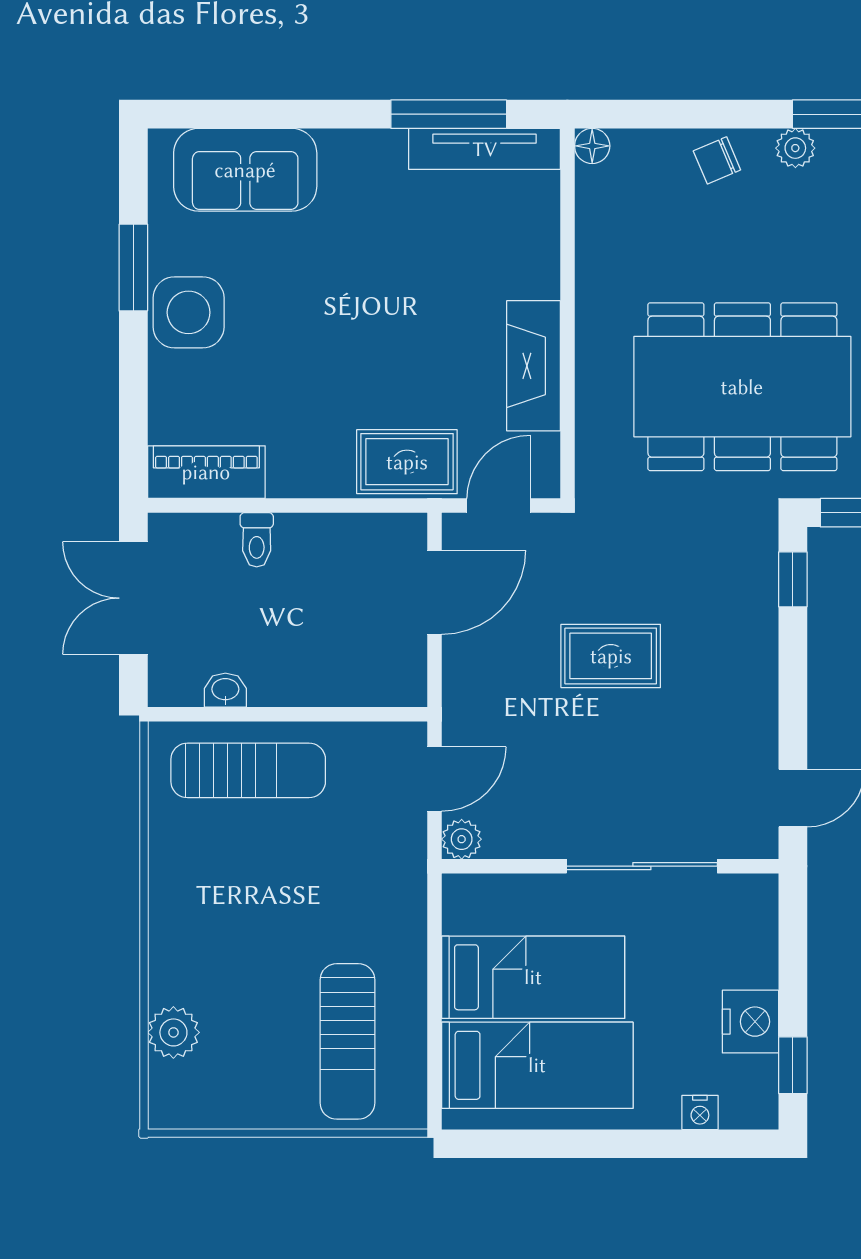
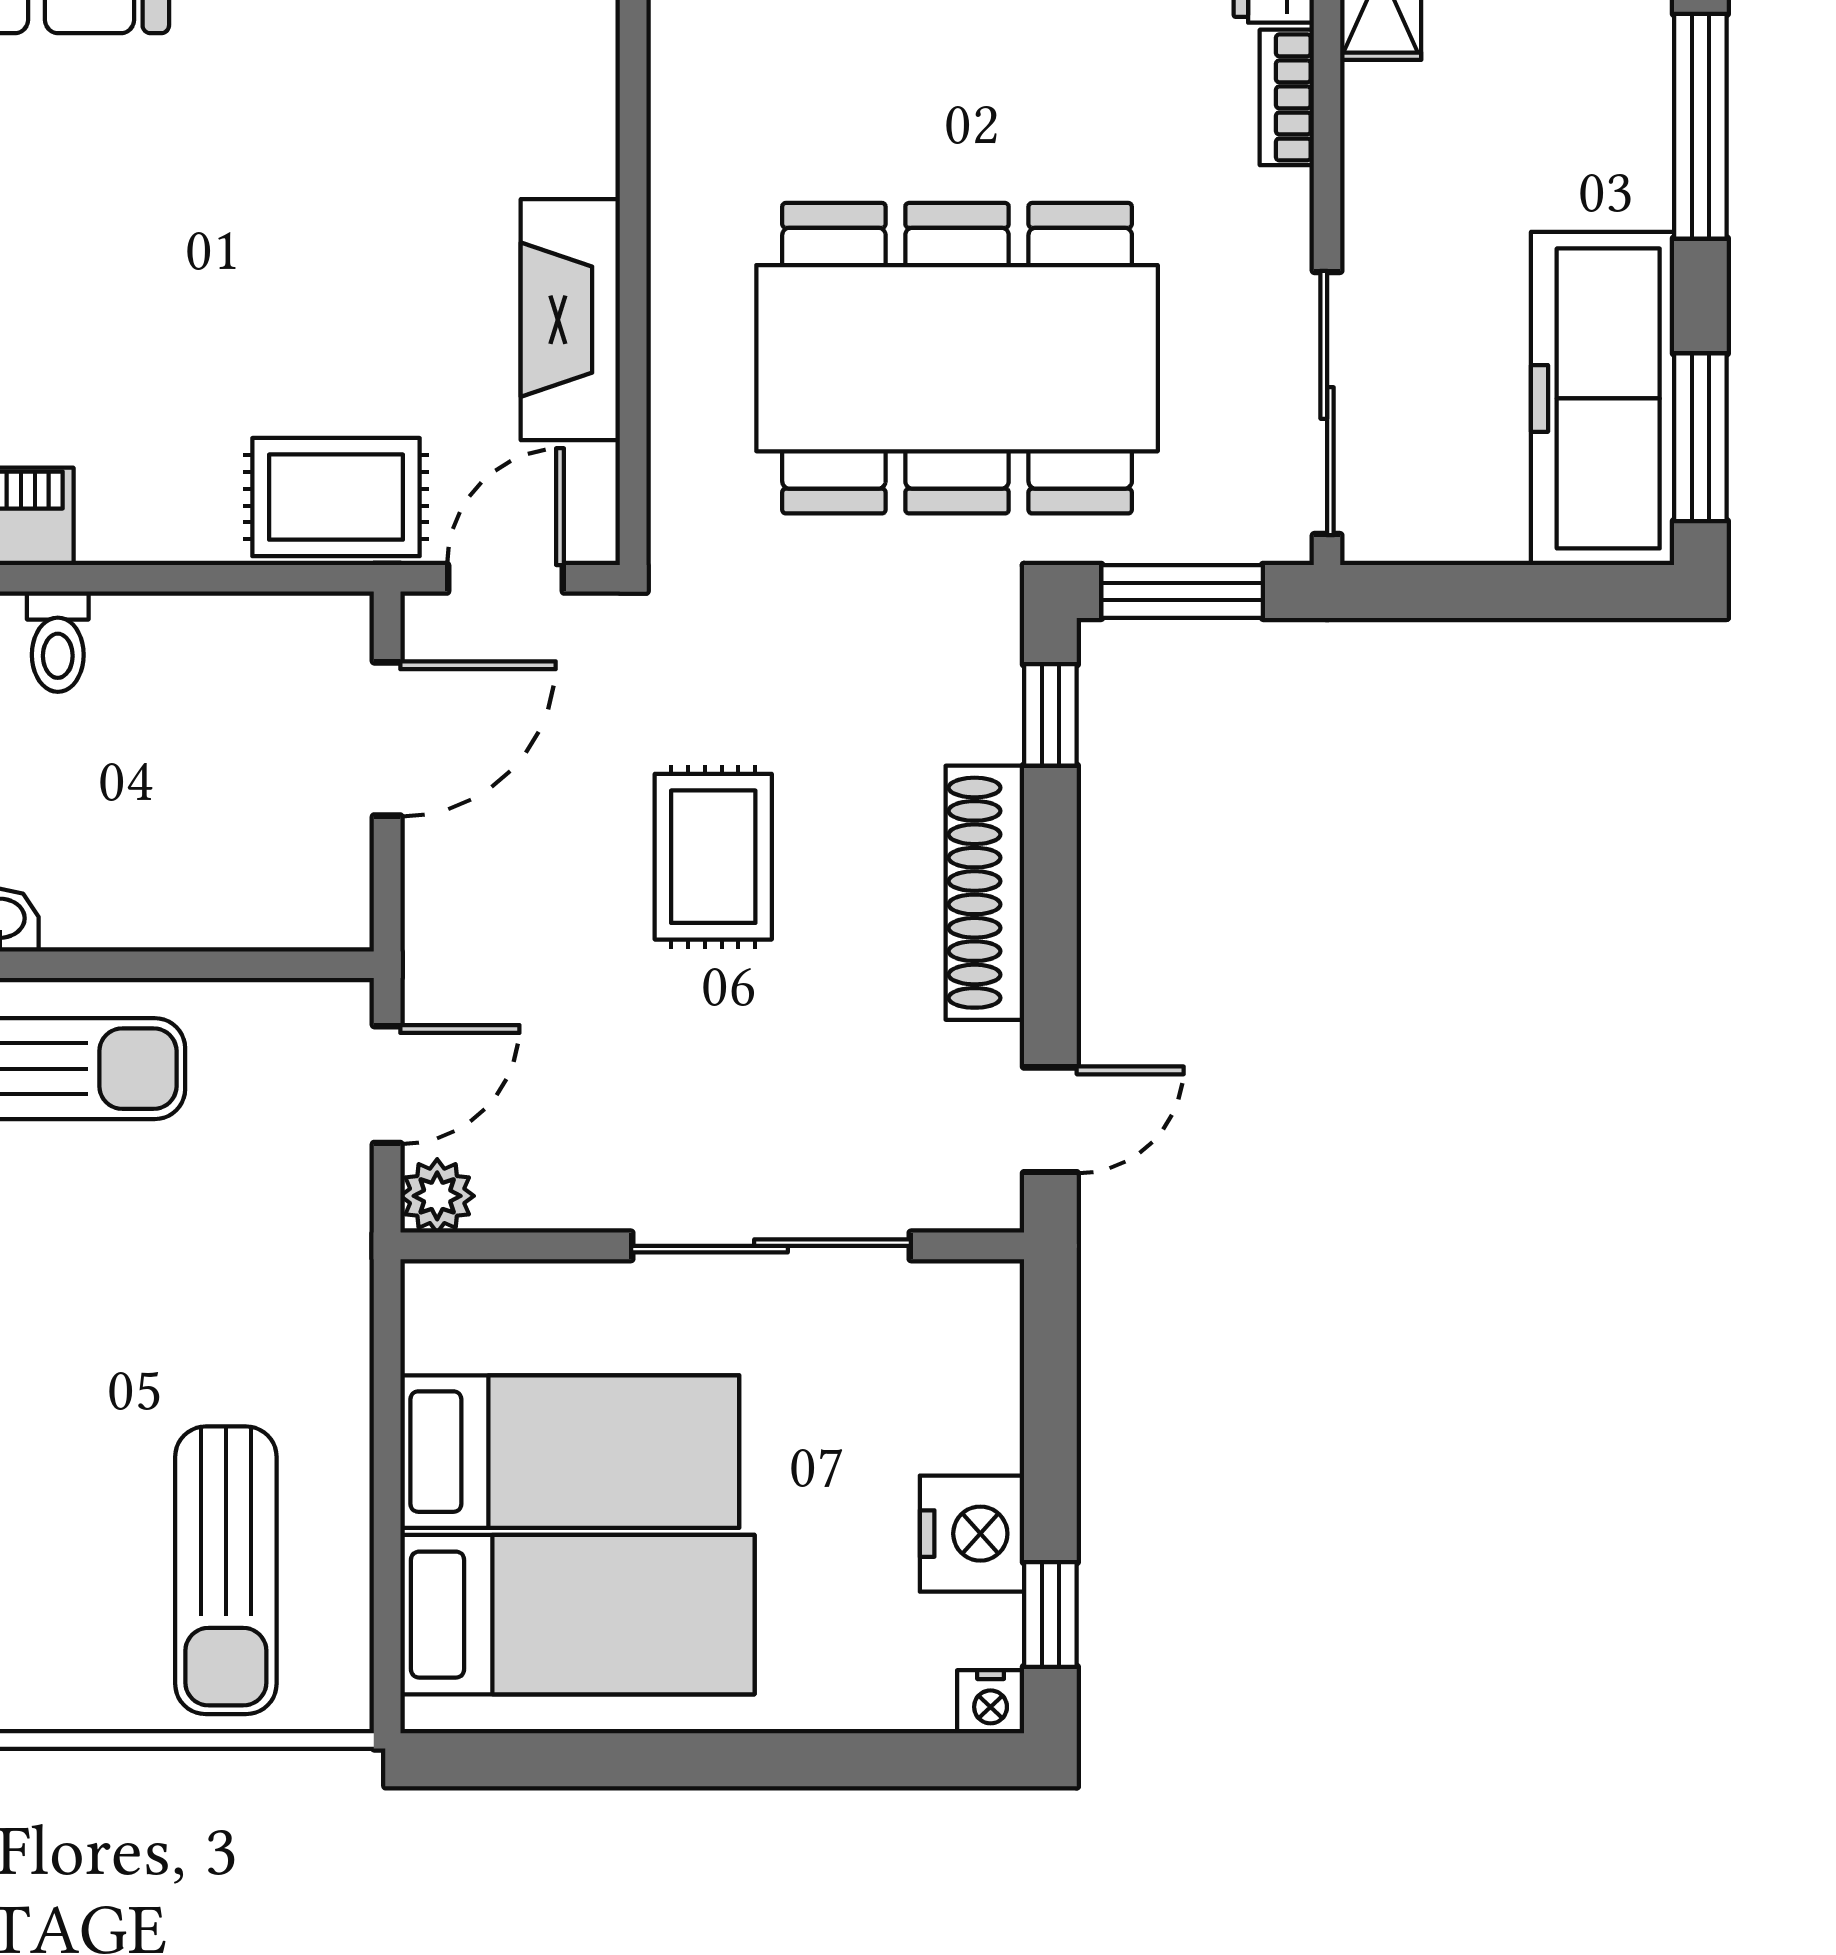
rug: (611, 656) -> (713, 857), turned 90
shoe rack: (757, 675) -> (985, 893), added
nightstand: (700, 1112) -> (991, 1702), moved

